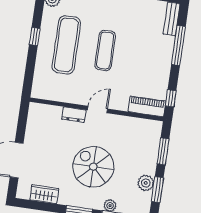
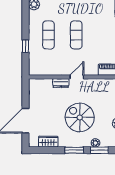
window: (35, 36) -> (25, 46), moved
exercise mat: (66, 45) -> (48, 35), width x0.73, depth x0.69

